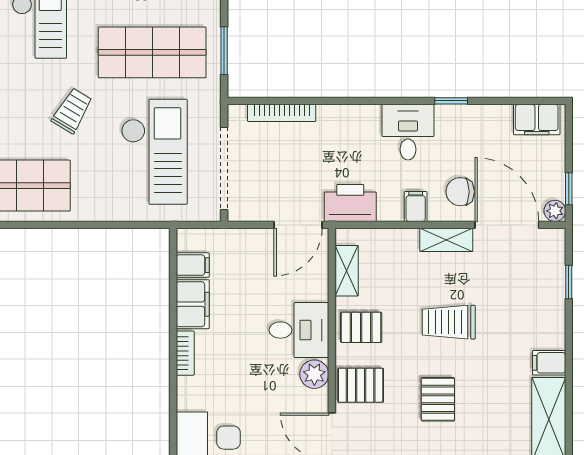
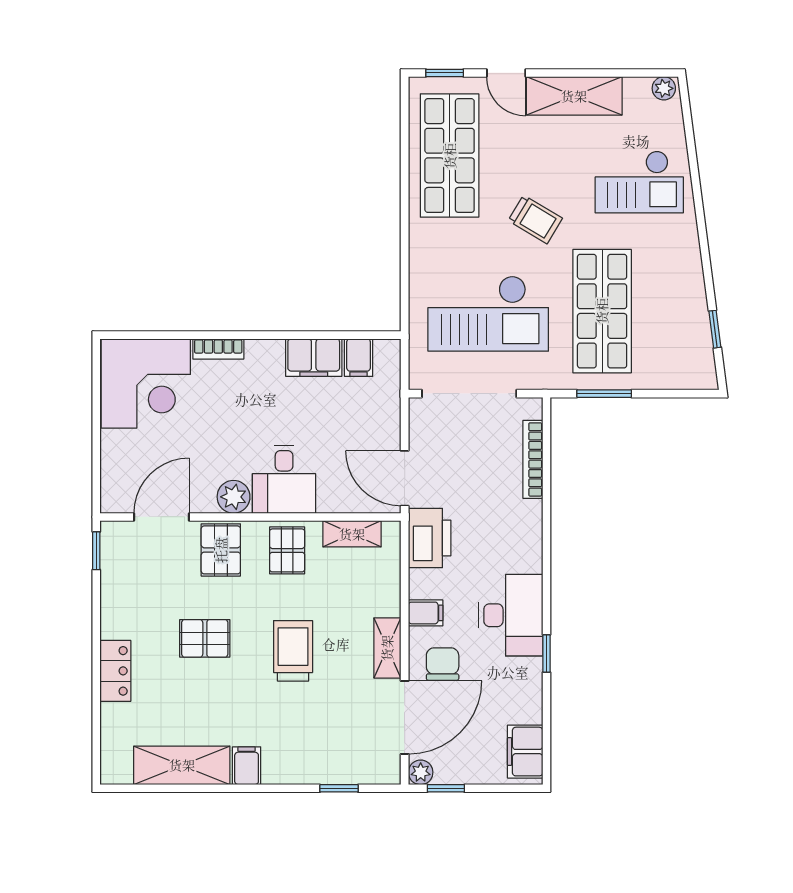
desk: (408, 132) -> (511, 615), width x1.37
bookcase: (185, 353) -> (218, 349), moved

